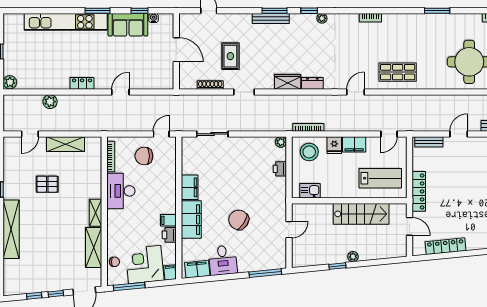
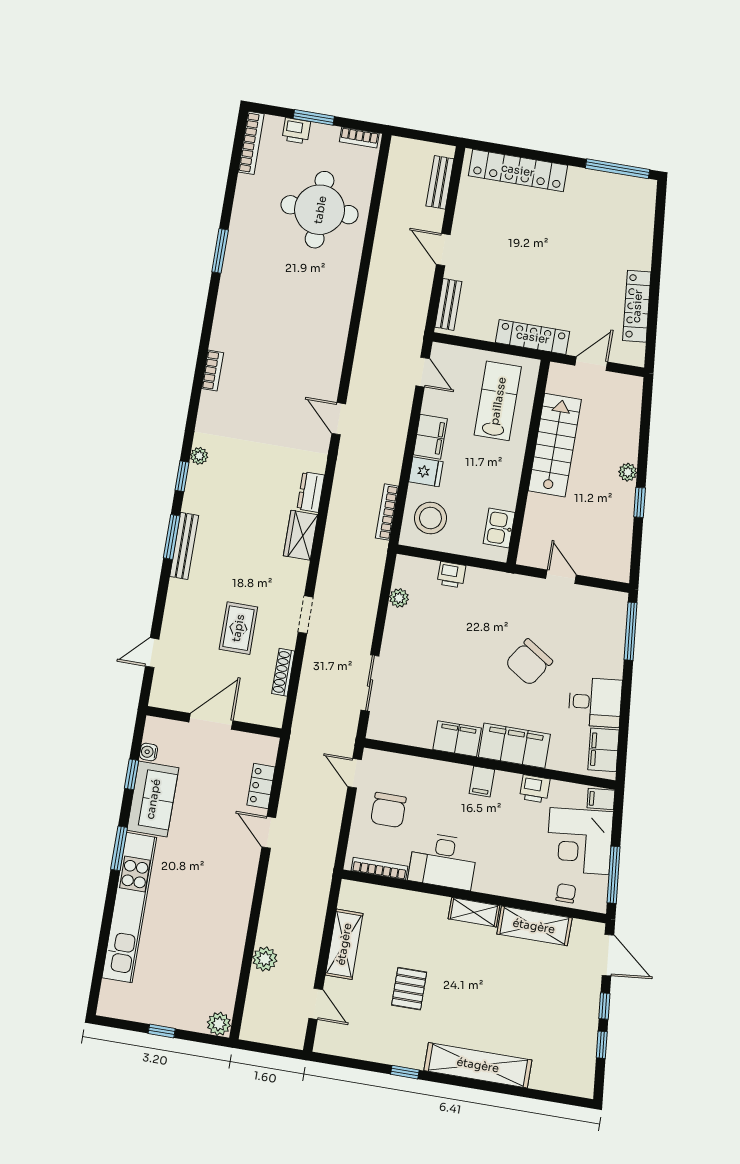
rug: (230, 56) -> (238, 628), turned 90
shop shelf: (398, 72) -> (316, 339), removed
locker: (82, 83) -> (261, 786), moved
plant: (281, 142) -> (399, 598), moved
filing cabinet: (168, 220) -> (482, 782), moved

